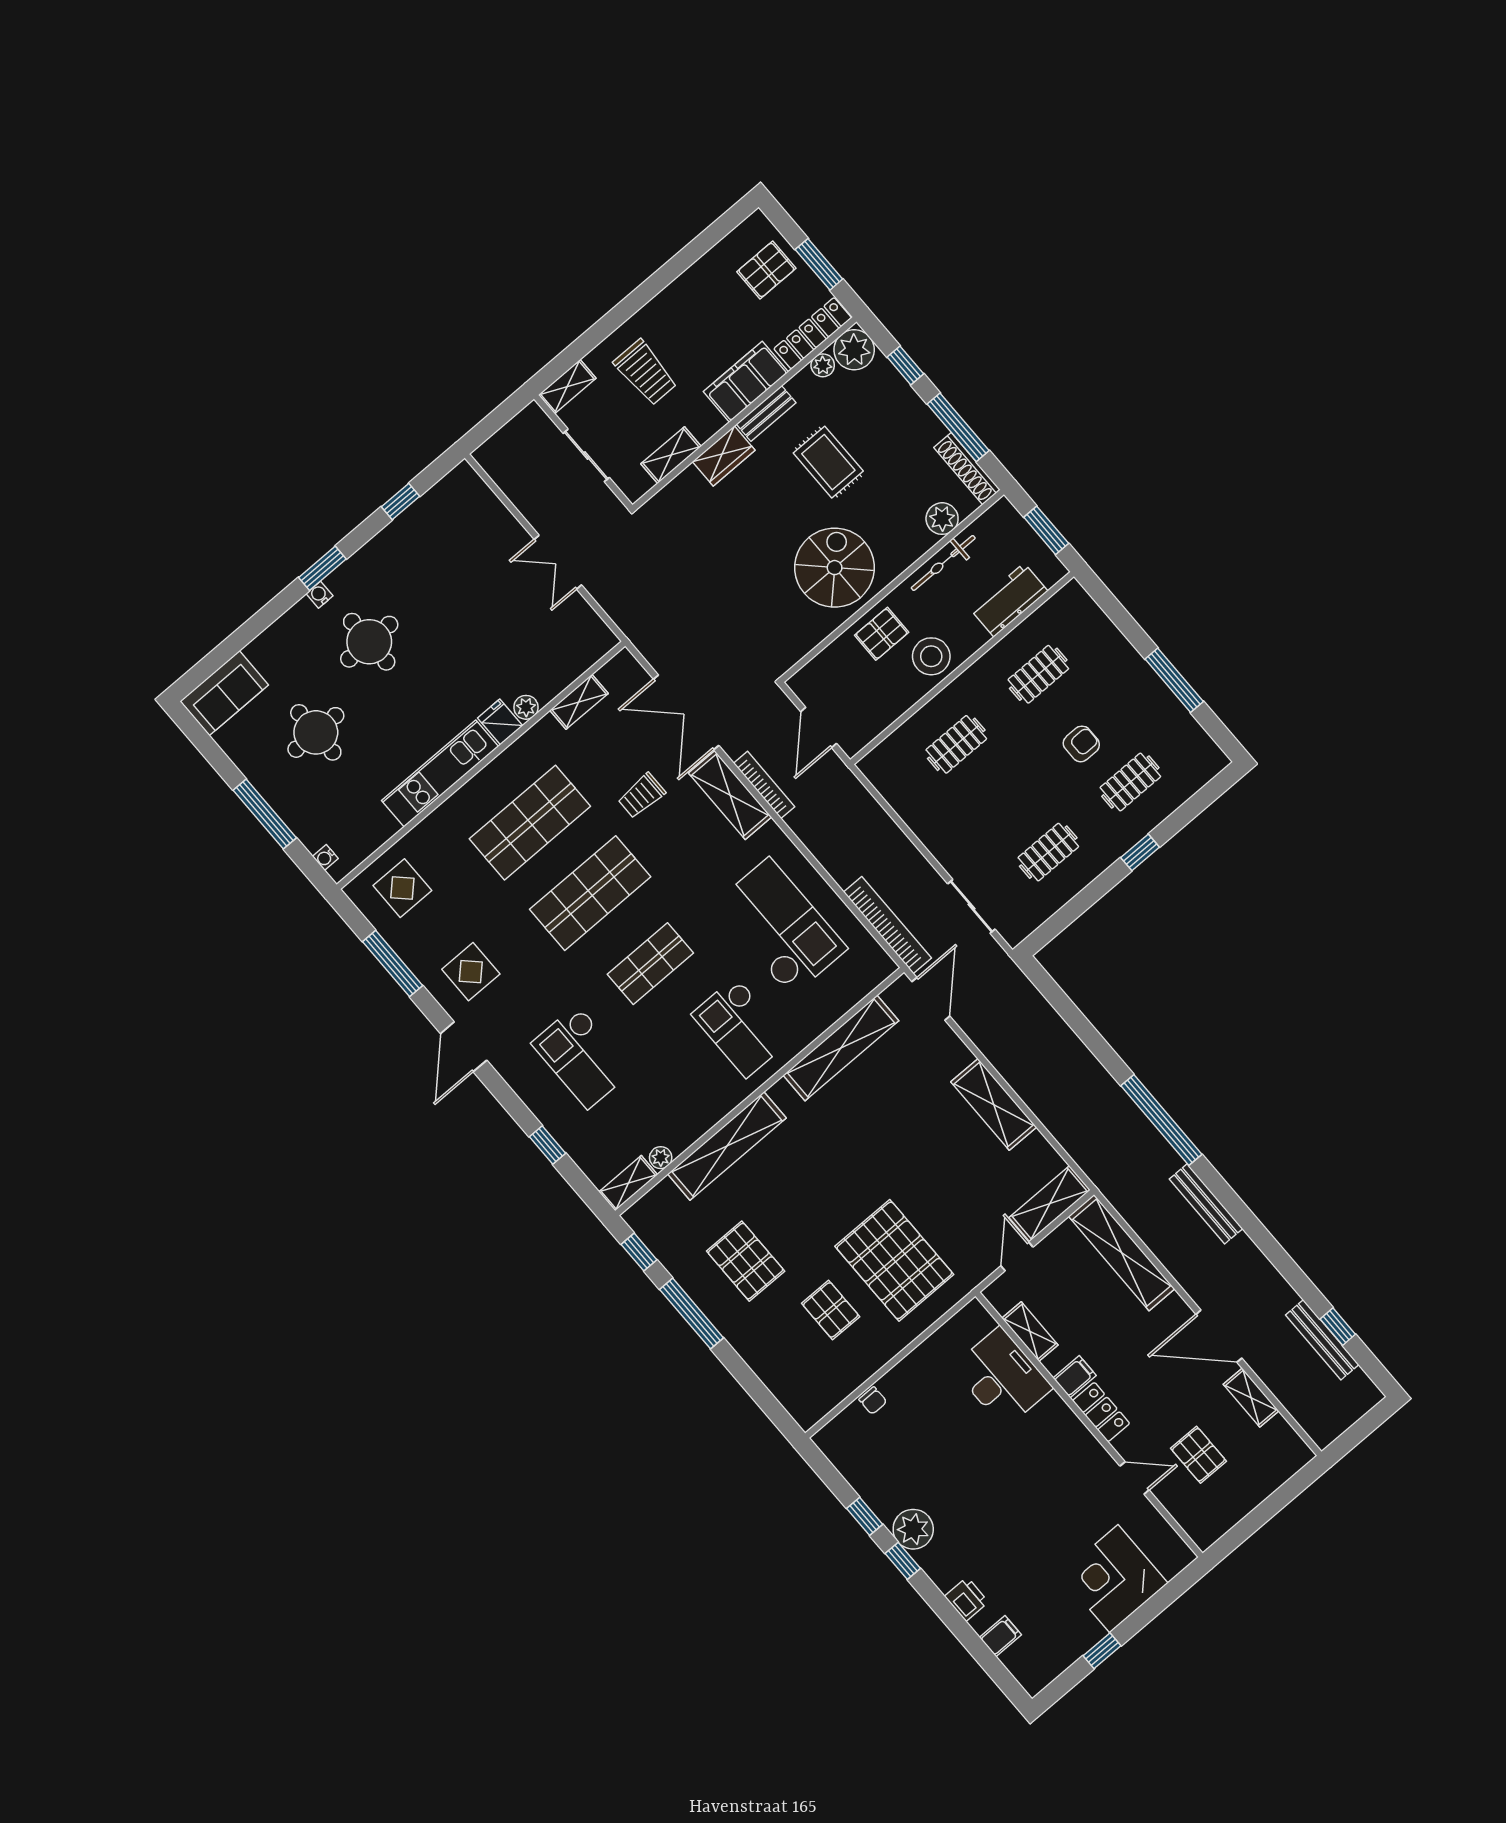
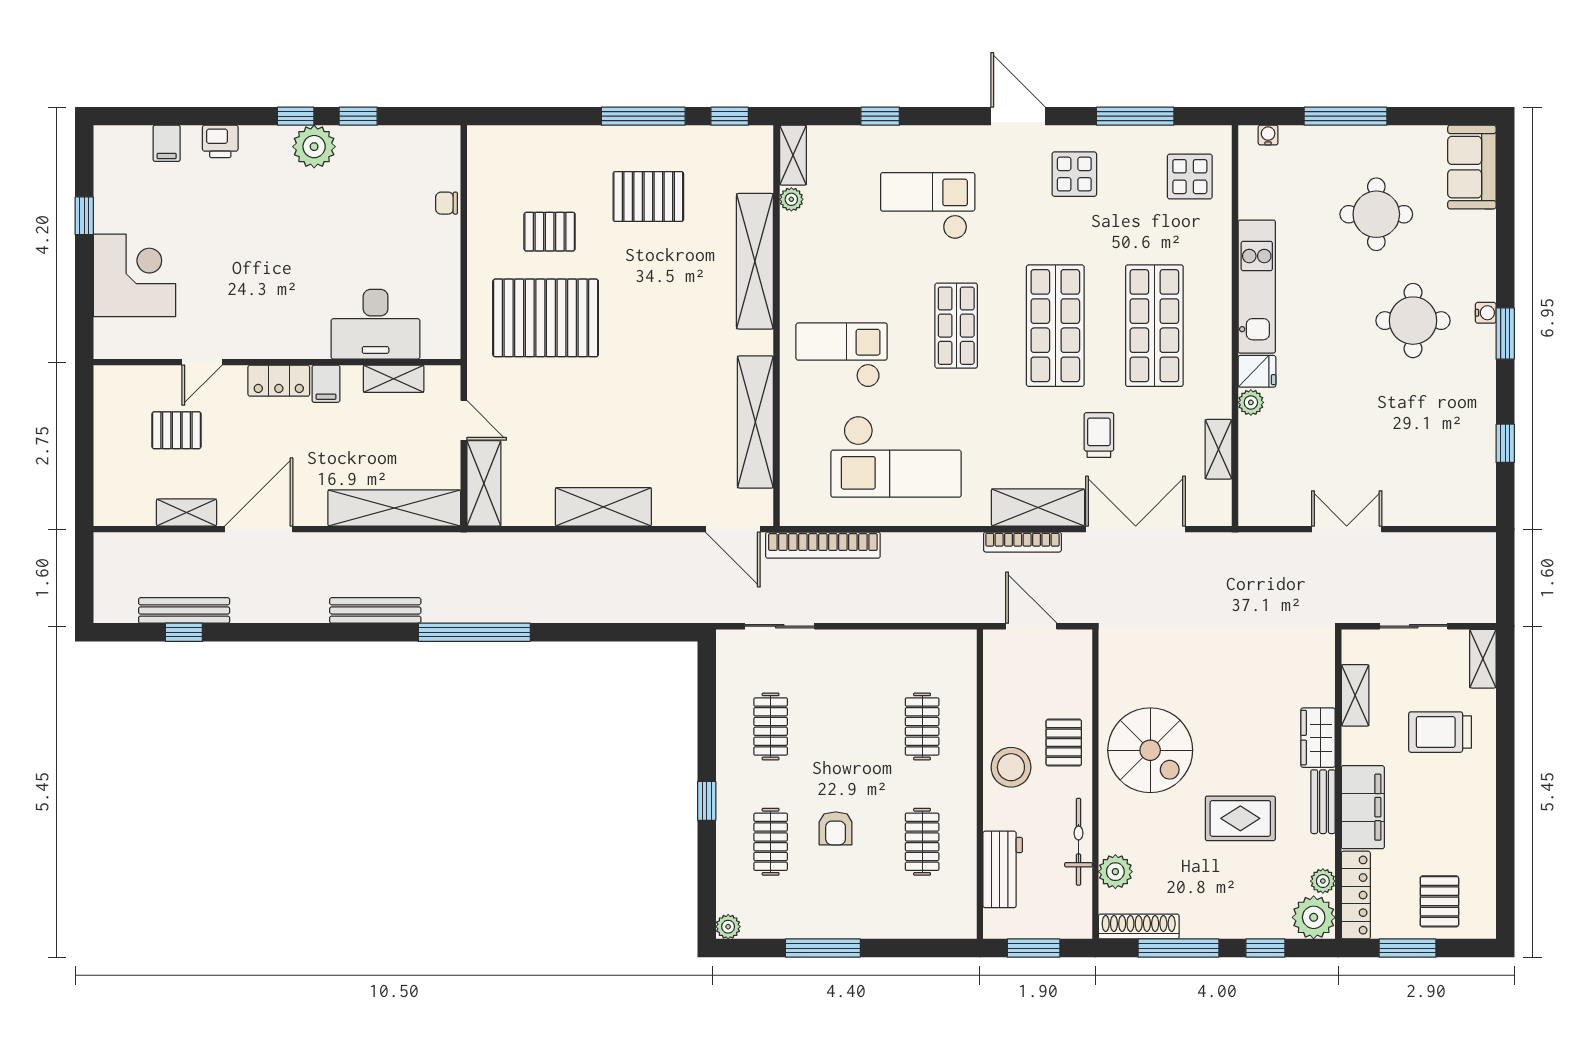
plant: (1217, 761) -> (728, 927), added

